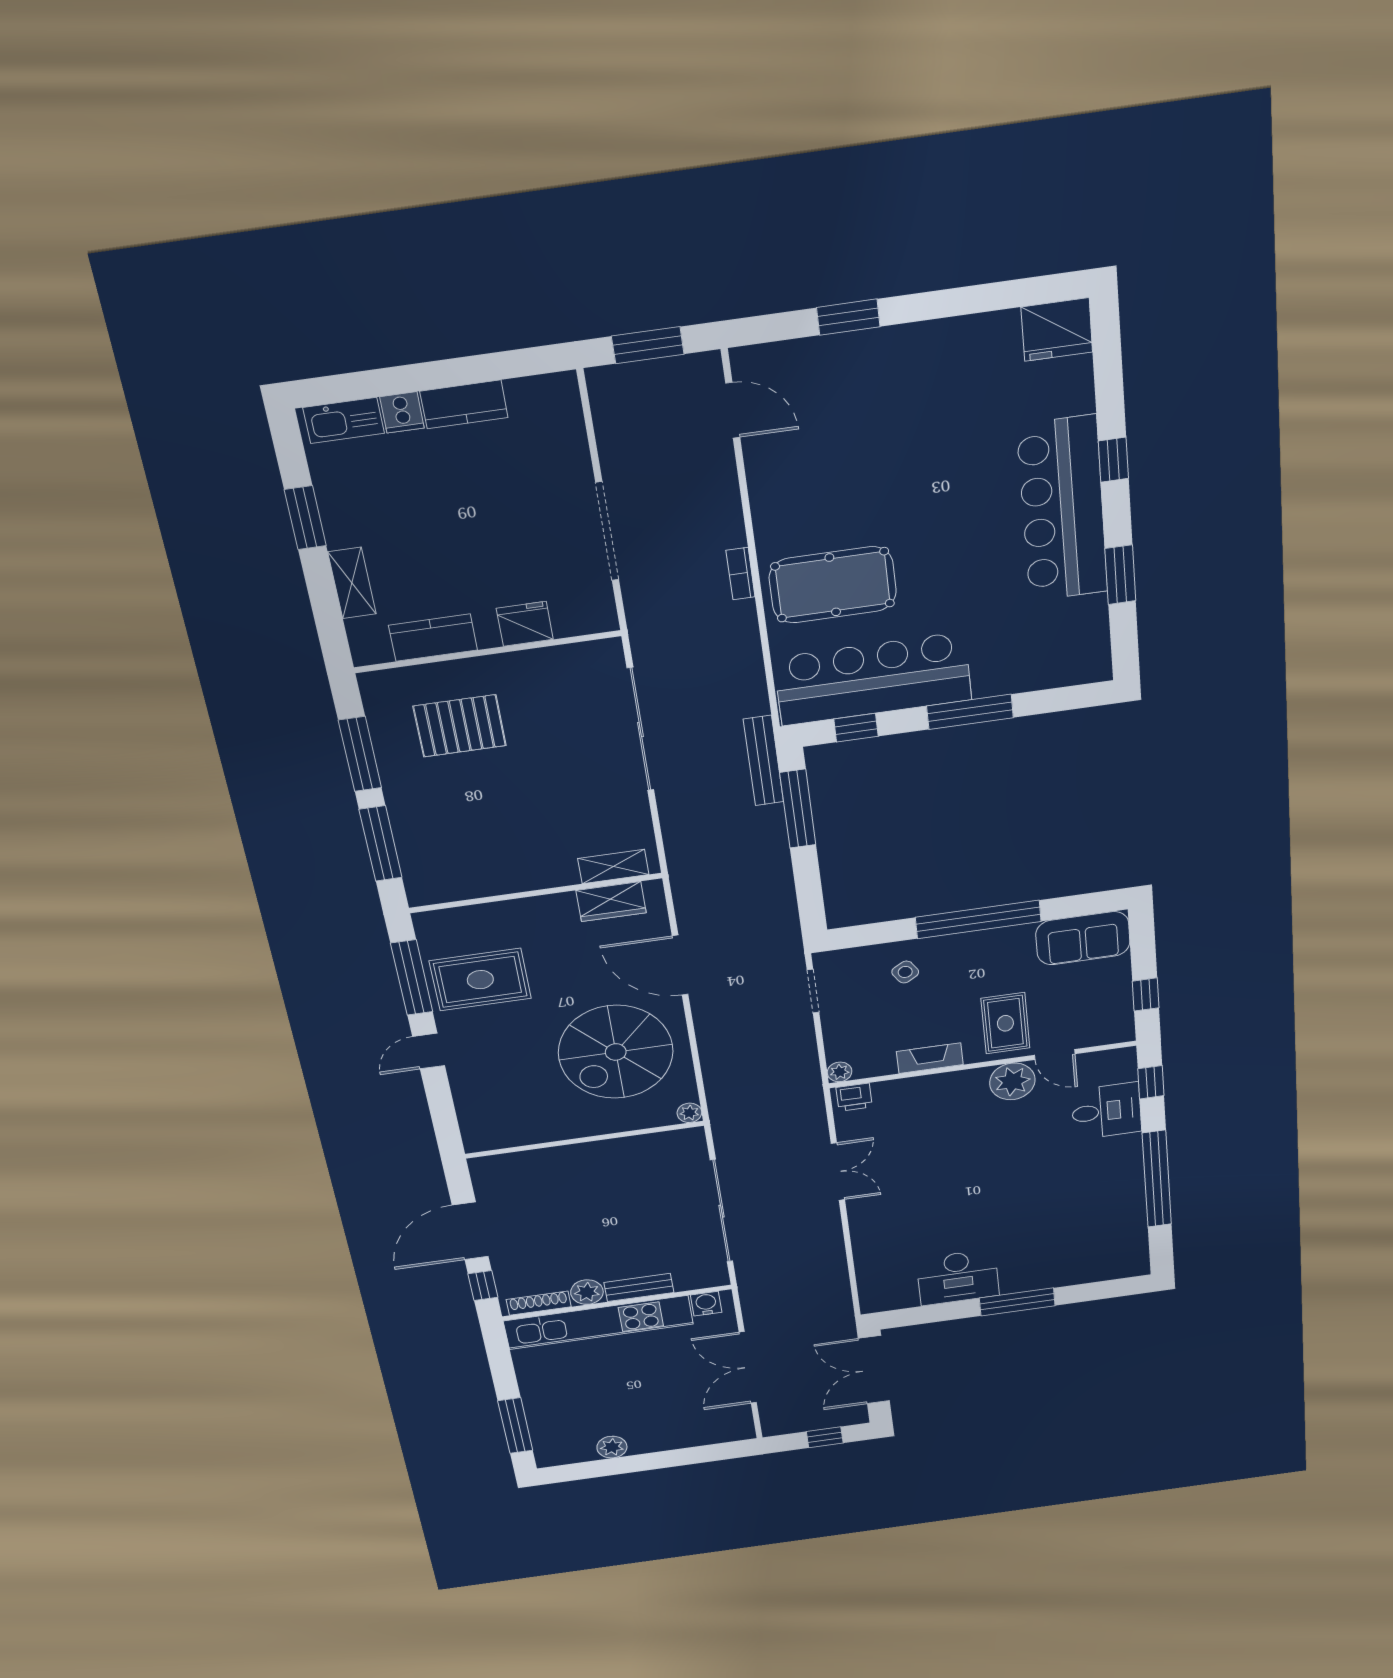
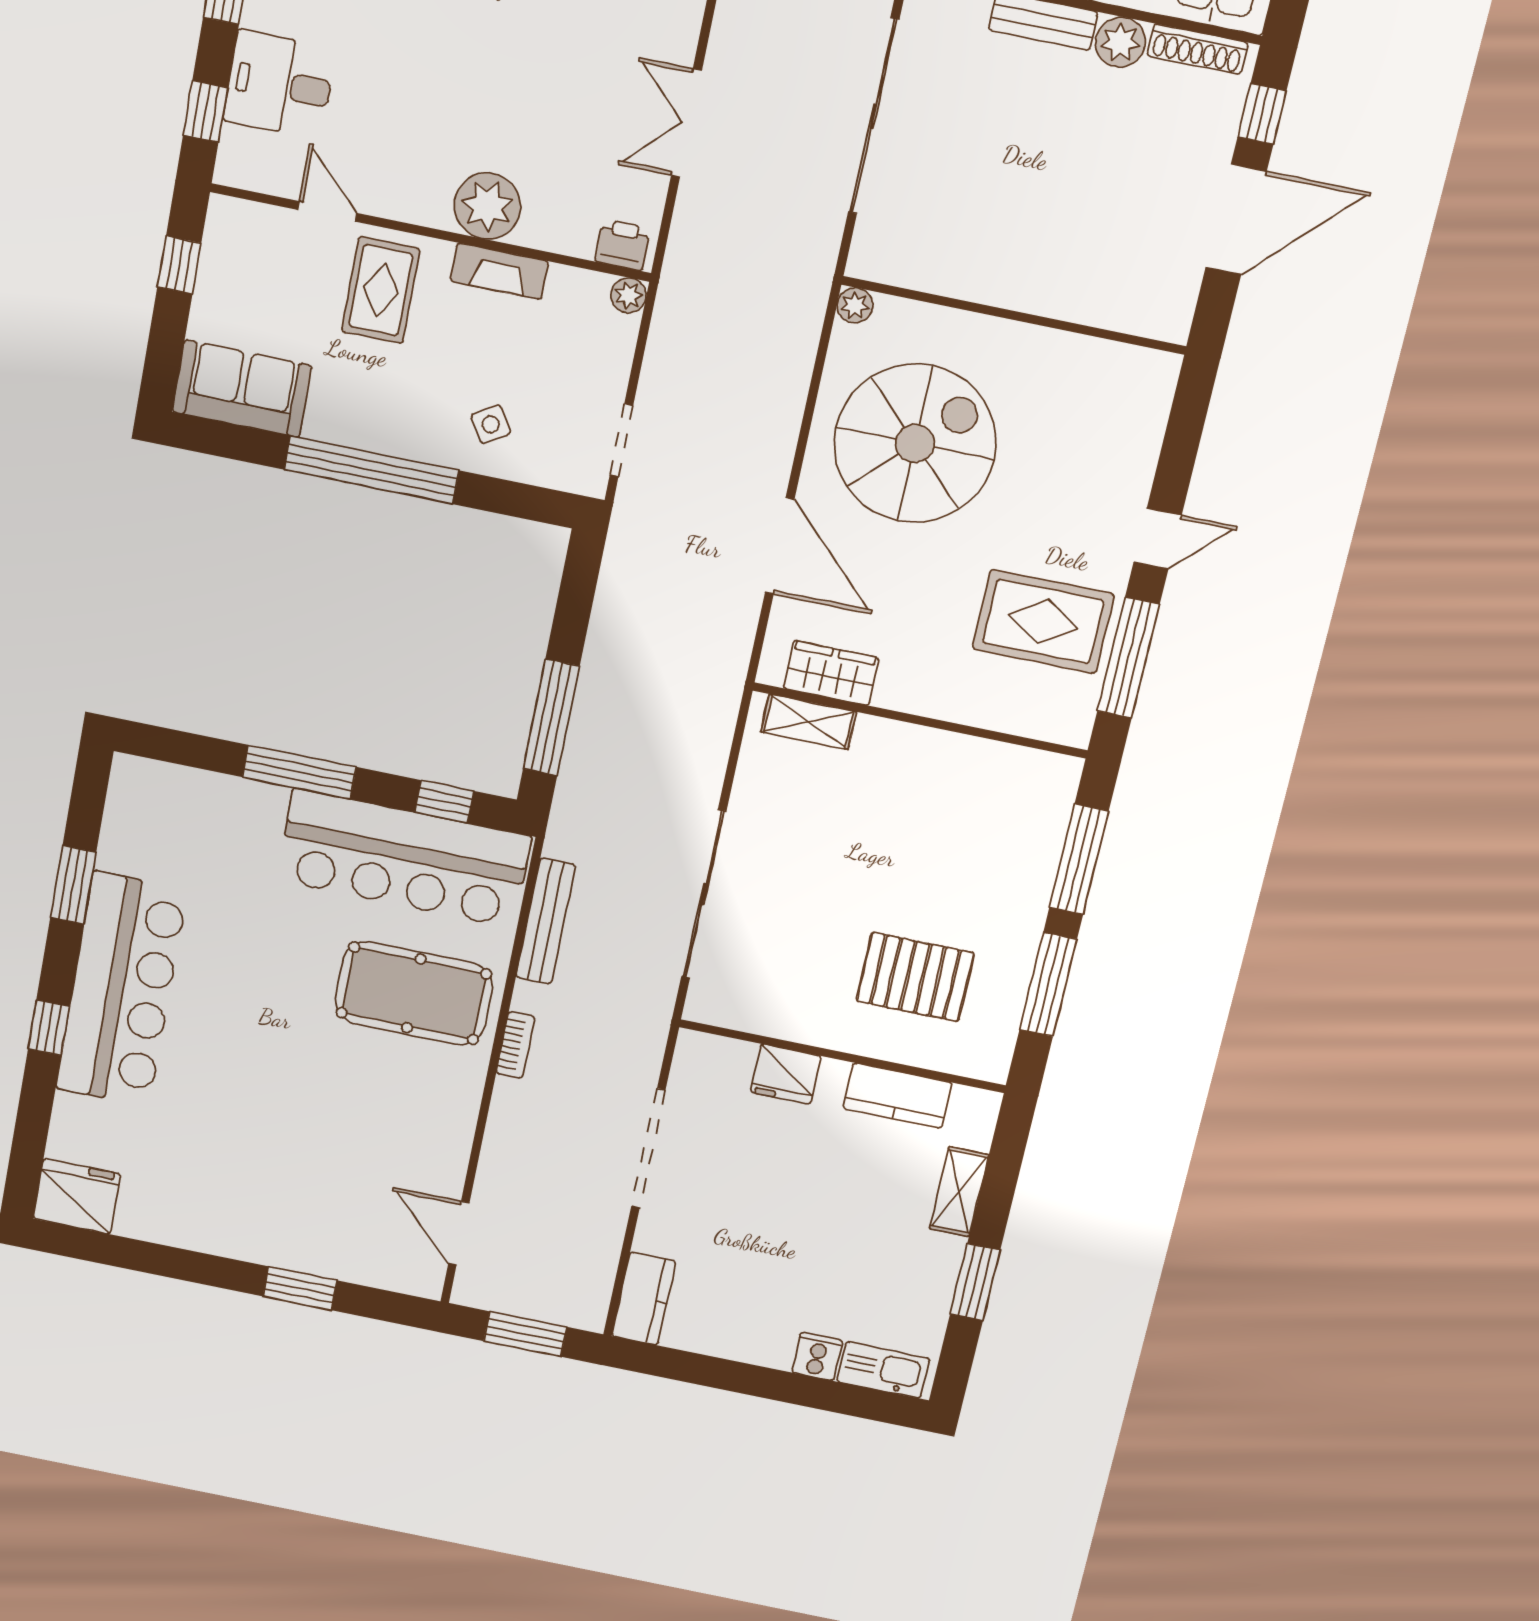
kitchen counter: (464, 404) -> (644, 1299), moved, turned 90
bench: (763, 761) -> (546, 921), moved
plant: (1012, 1081) -> (487, 206), moved

